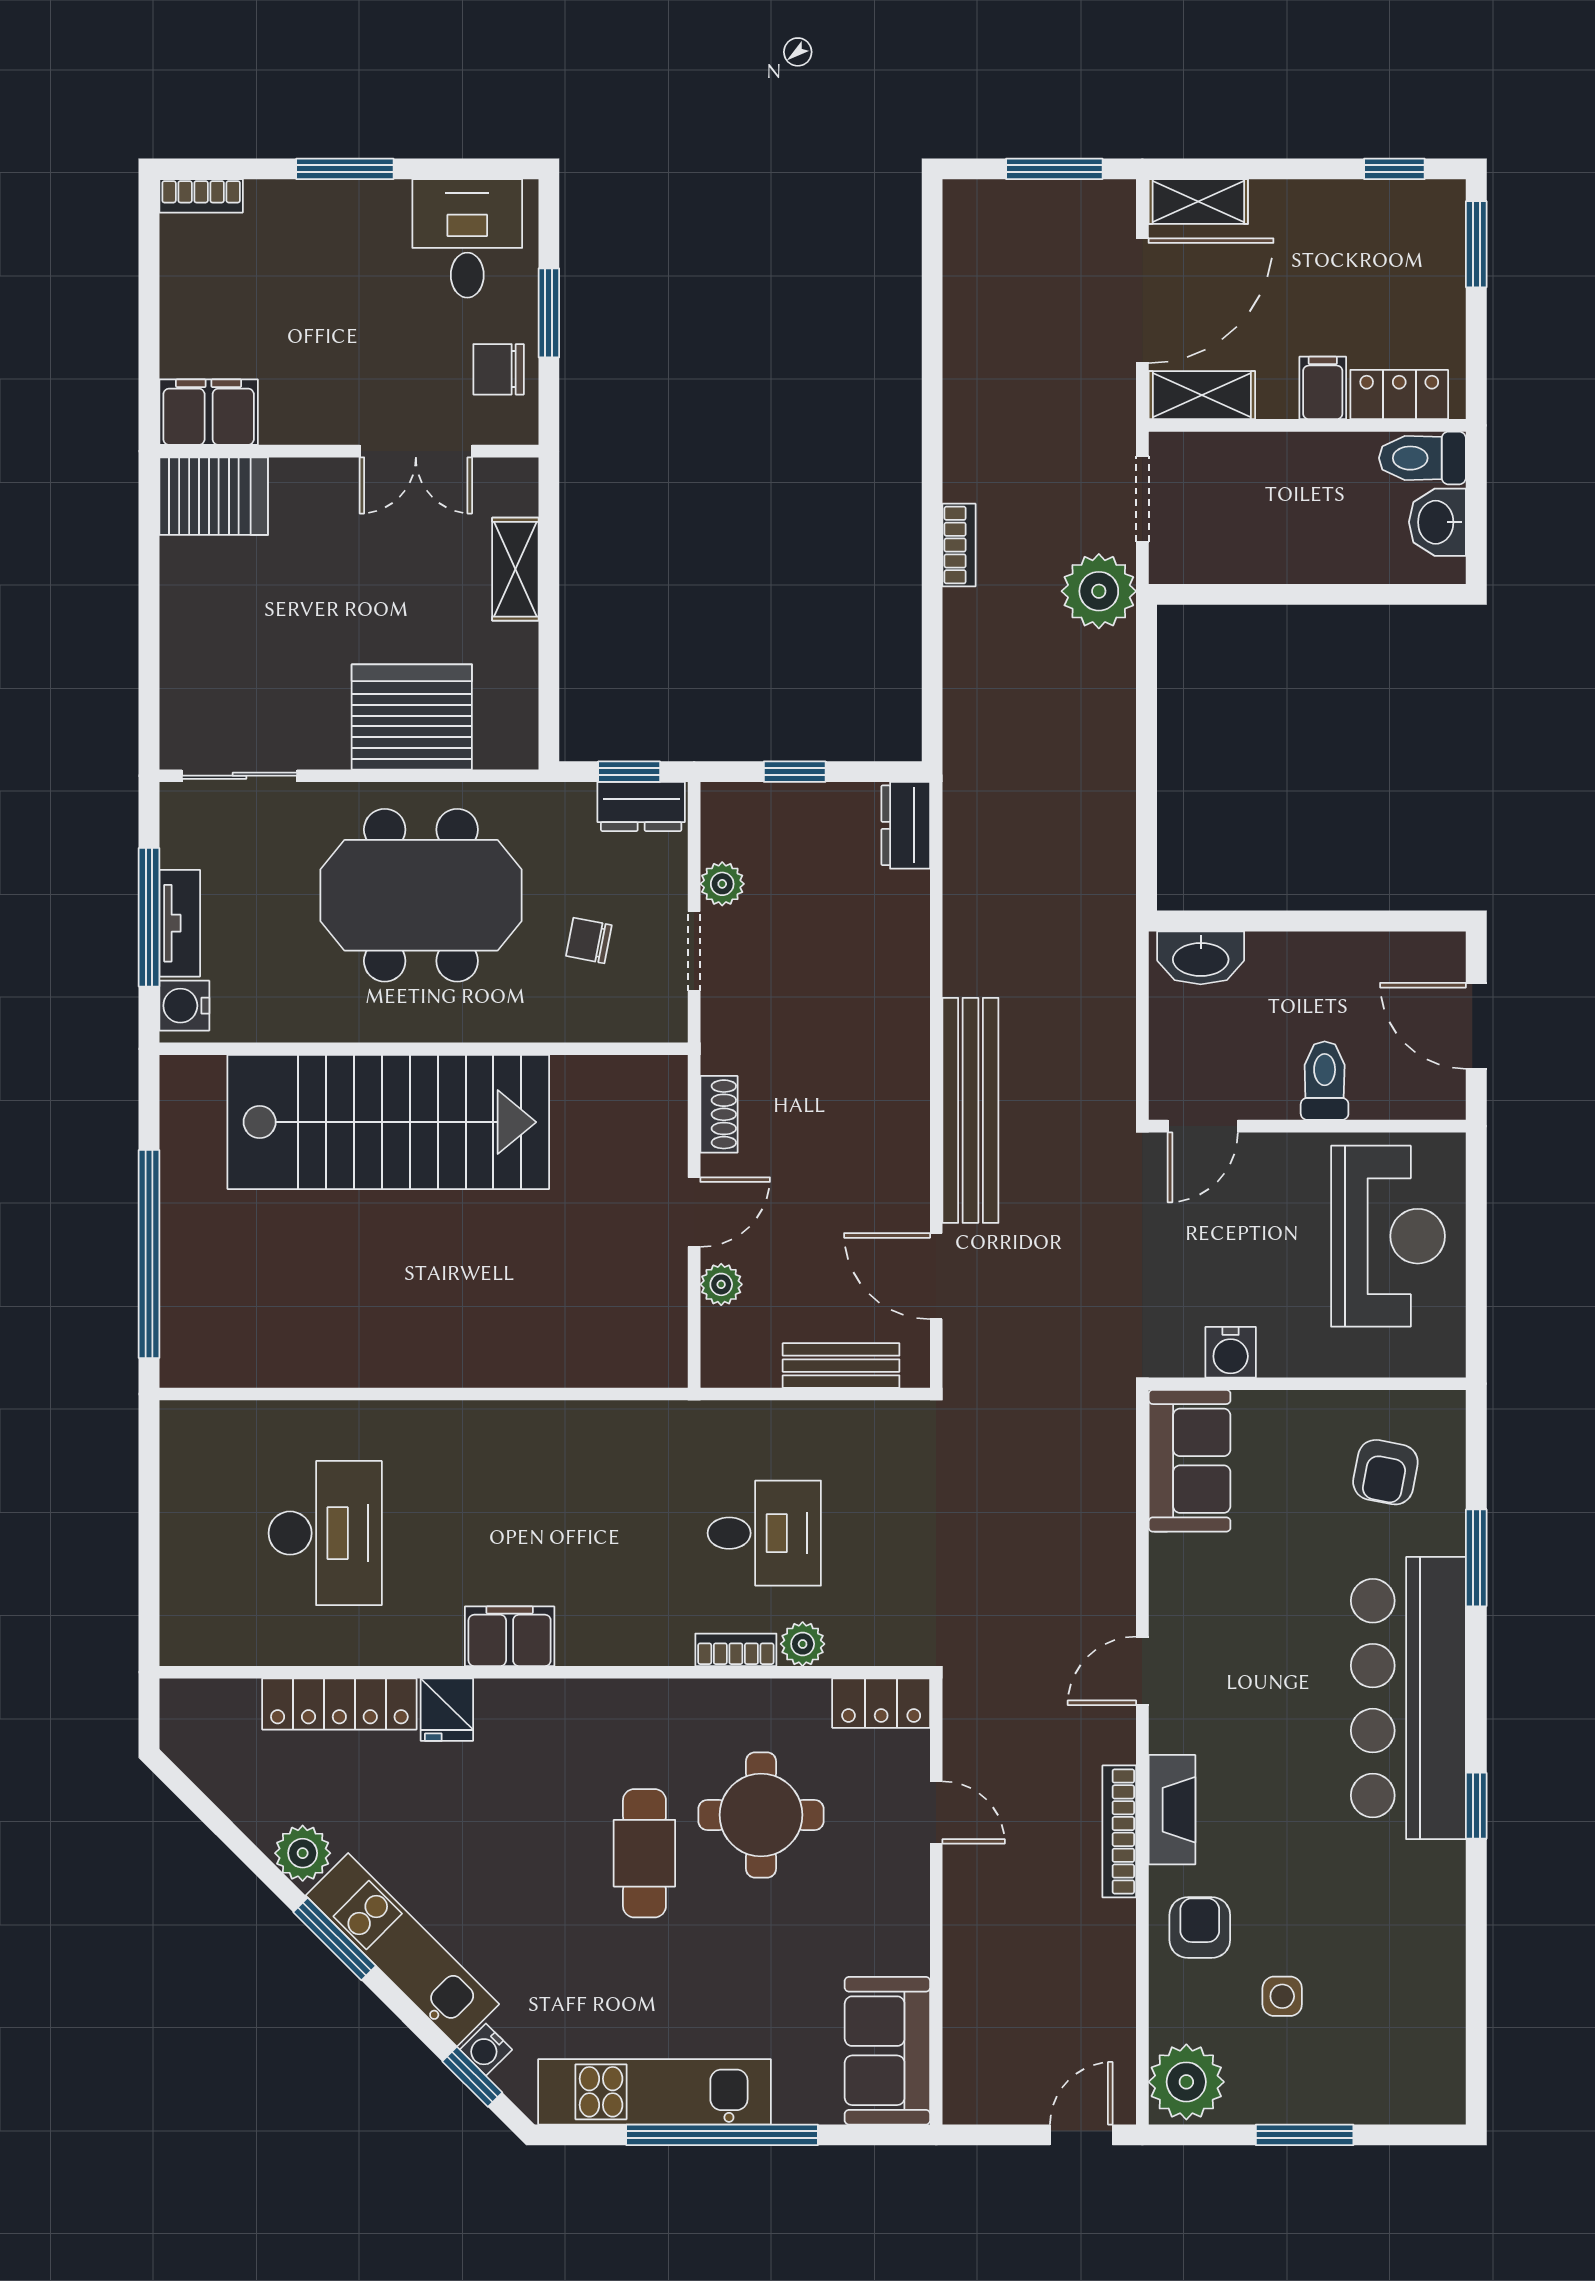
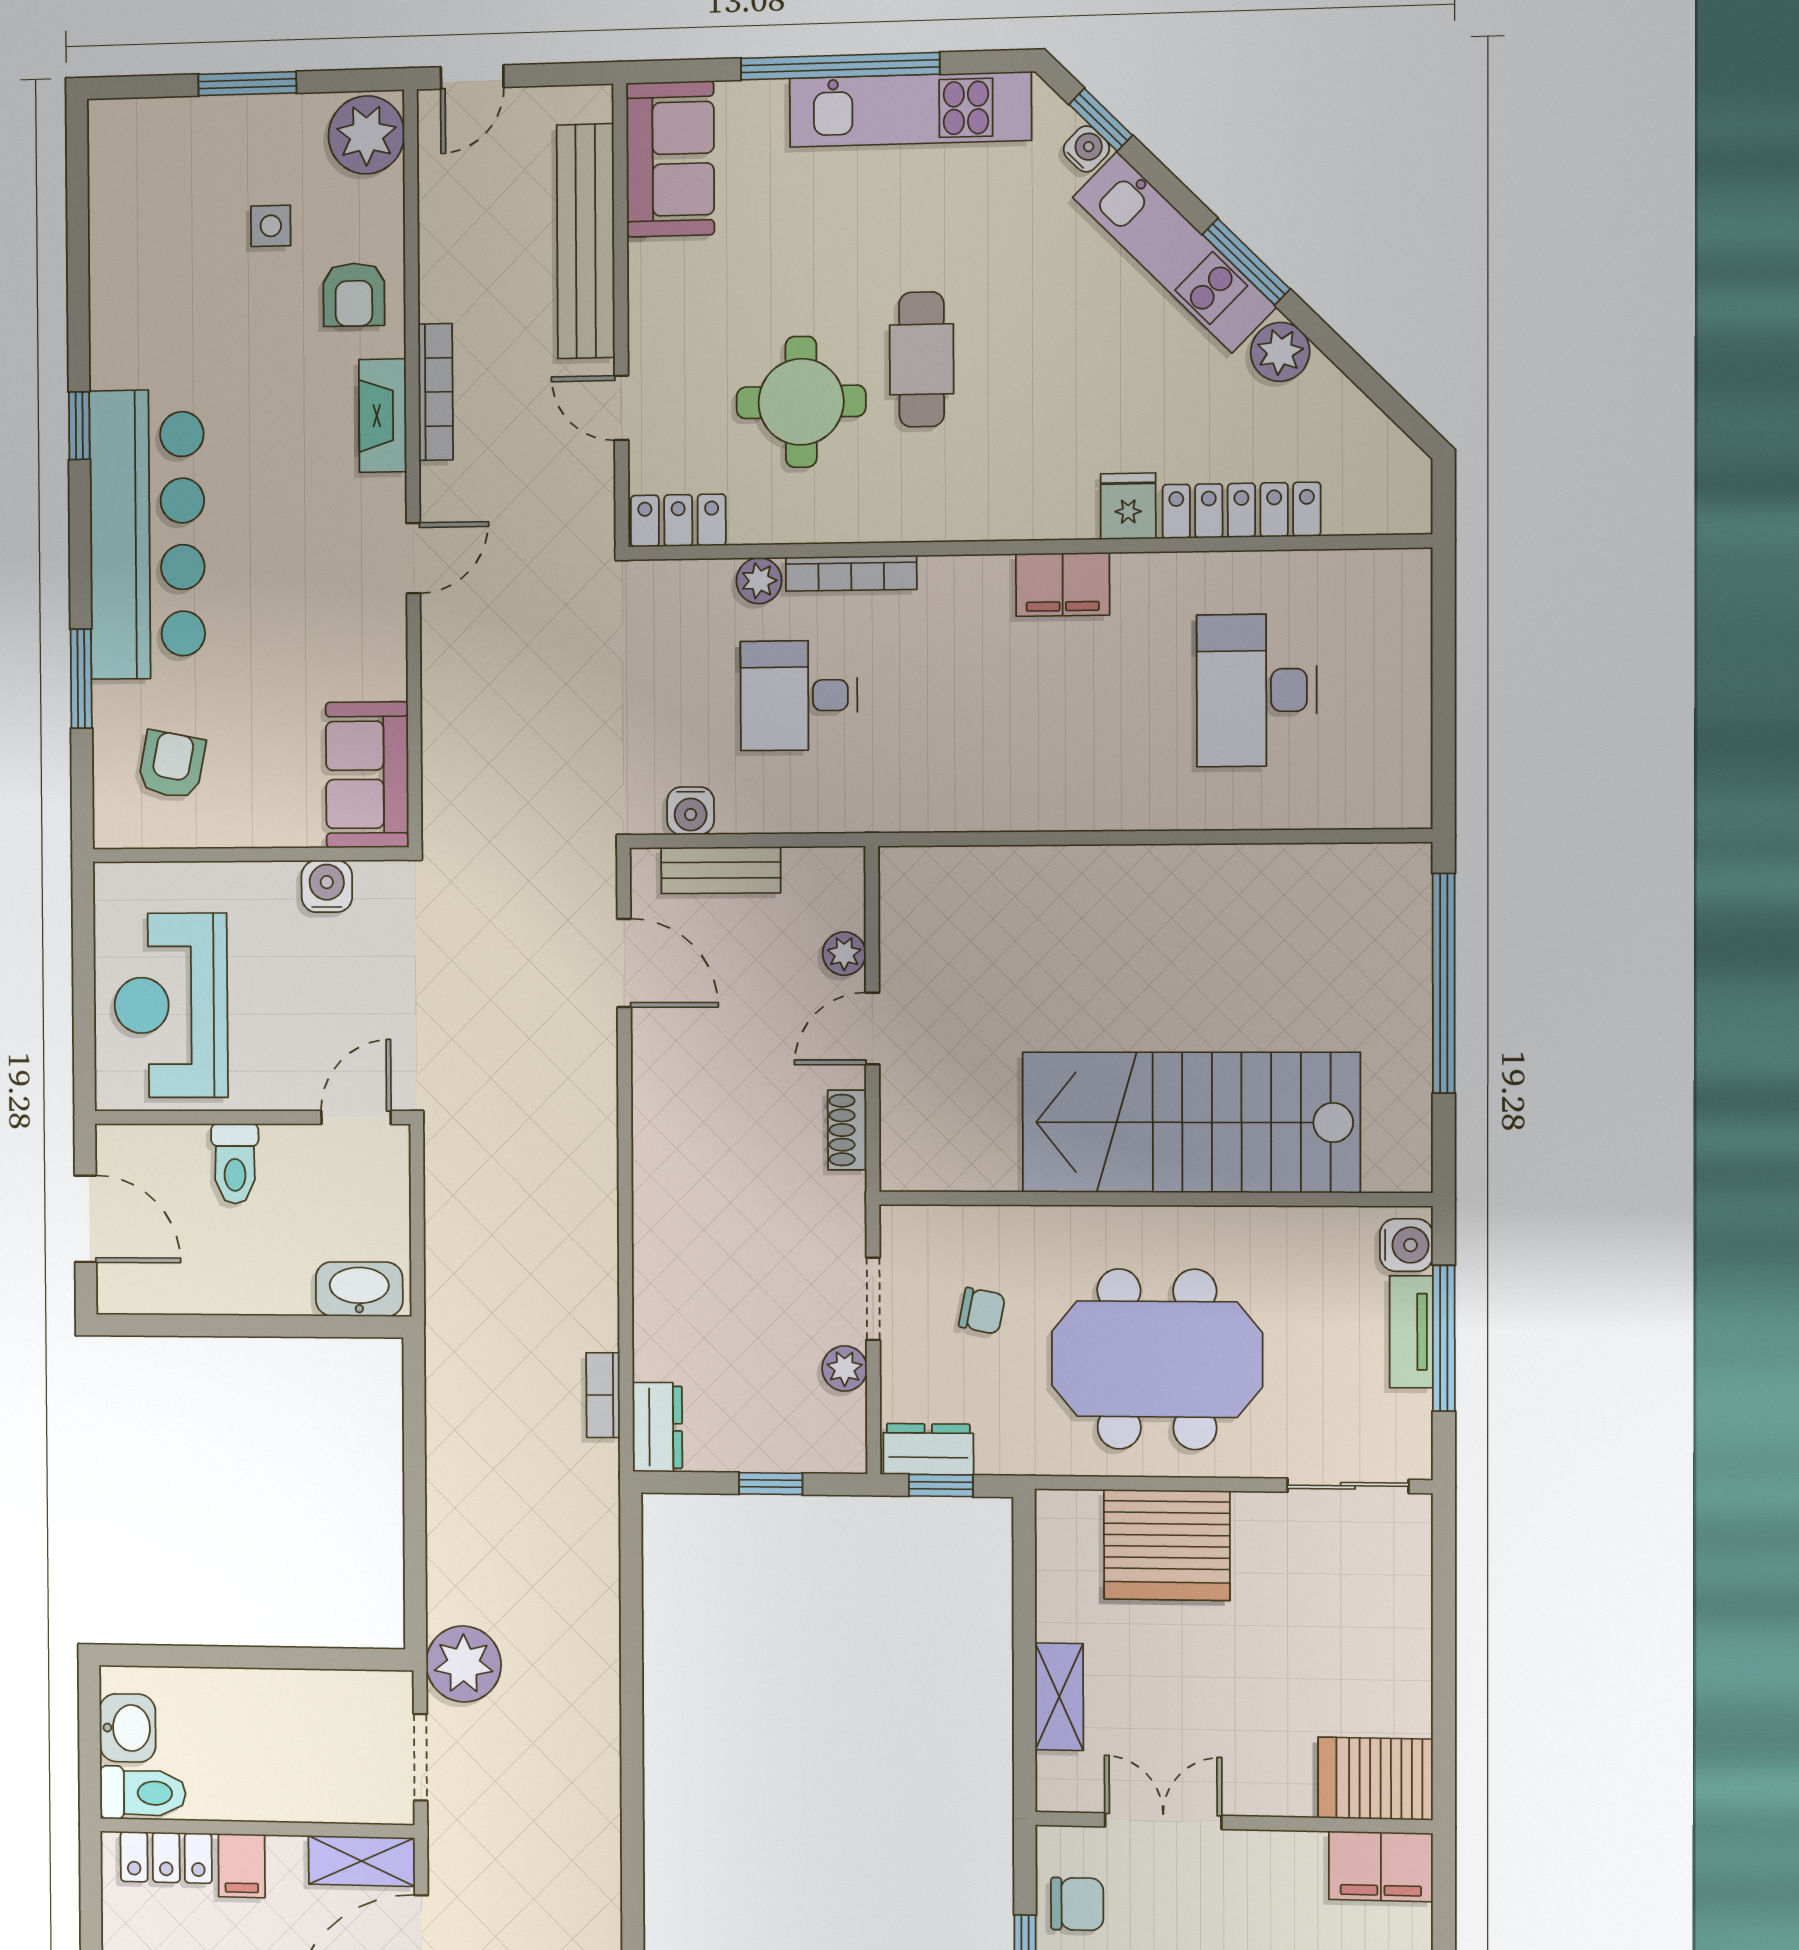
bookcase: (959, 545) -> (603, 1395), moved
bench: (970, 1110) -> (586, 241), moved
water cooler: (870, 1423) -> (691, 811), added
bookcase: (736, 1650) -> (851, 573), width x1.56

